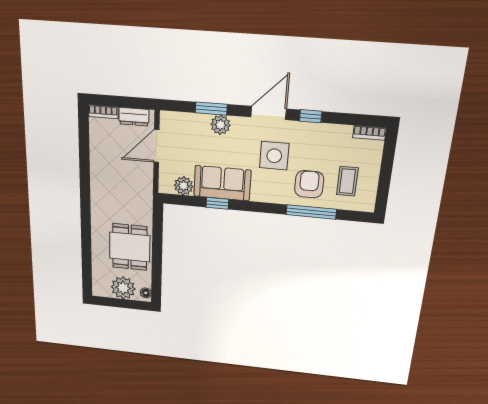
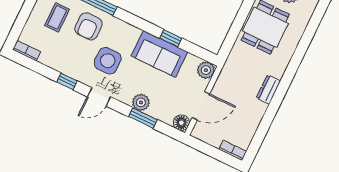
door: (269, 113) -> (99, 97), width x0.73
dresser: (134, 117) -> (268, 89), moved, turned -90
floor lamp: (169, 120) -> (181, 123), added
plant: (184, 186) -> (206, 70), moved

